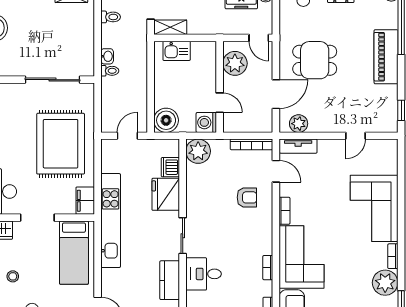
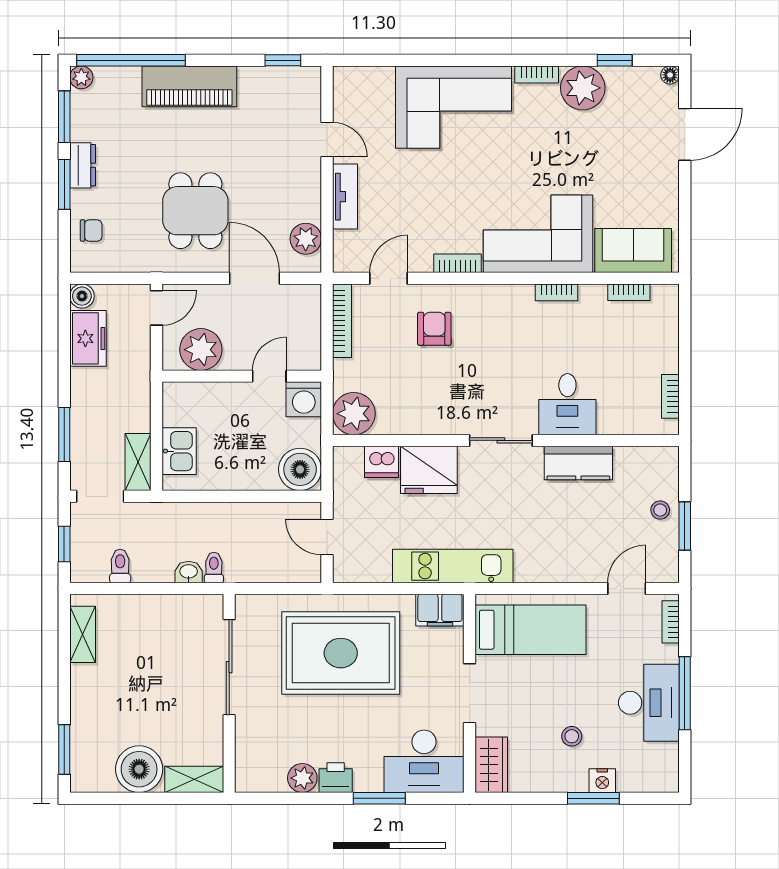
tv unit: (298, 146) -> (345, 197), moved
kitchen unit: (111, 221) -> (453, 566), width x0.73

